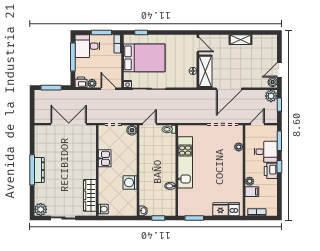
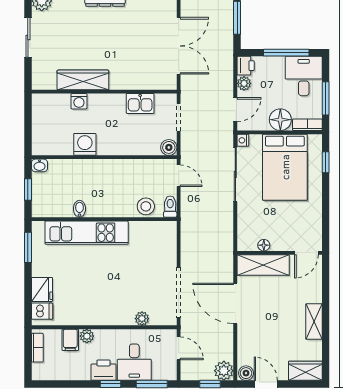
wardrobe: (271, 45) -> (305, 371), added
floor lamp: (115, 61) -> (280, 120), added
stool: (169, 145) -> (146, 206), added
kitchen sink: (105, 158) -> (140, 103), moved
kitchen unit: (185, 162) -> (87, 233), moved
wardrobe: (90, 195) -> (83, 80), moved
washing machine: (103, 209) -> (79, 101), moved

